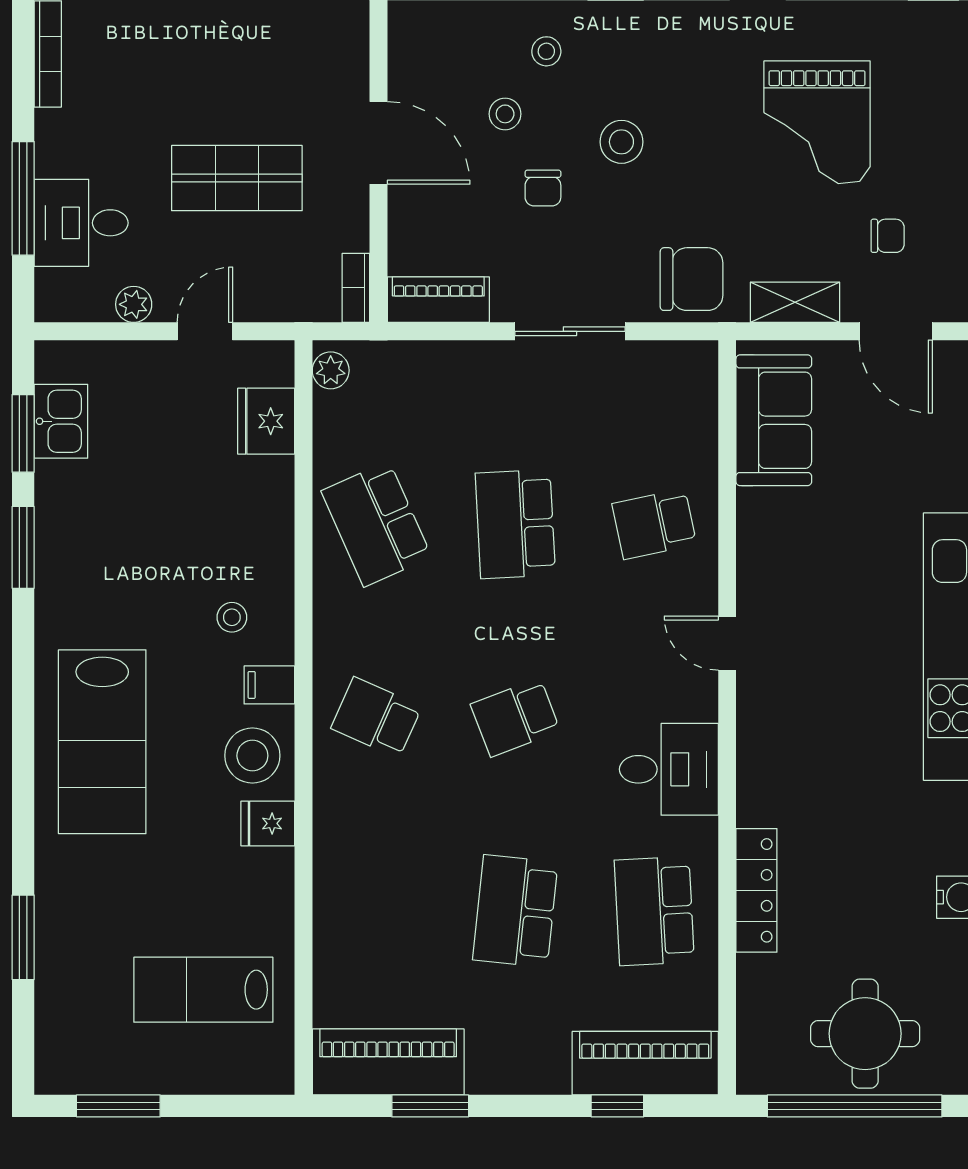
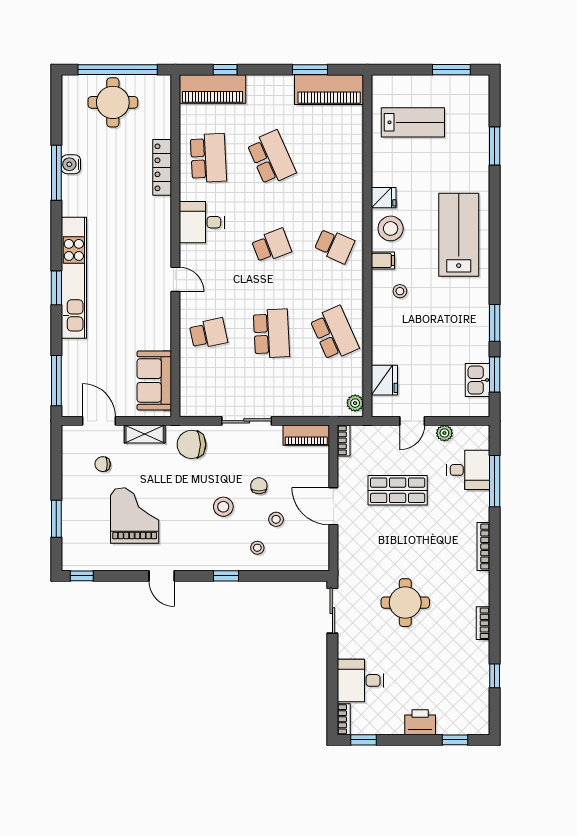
school desk: (515, 911) -> (271, 158), turned -30

